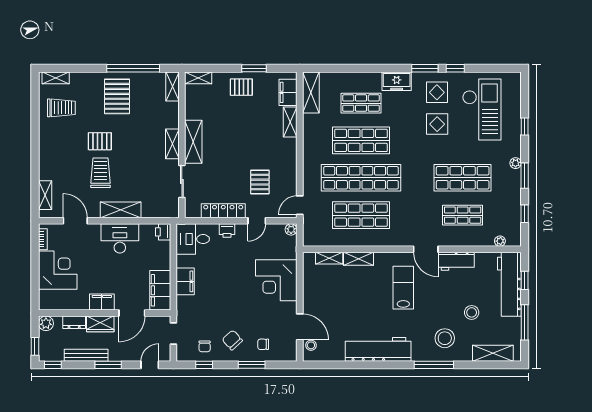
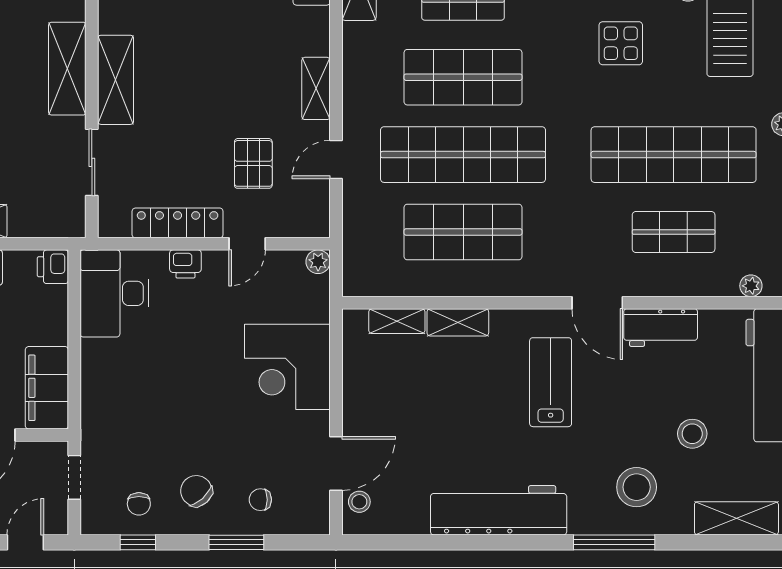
shelving: (290, 122) -> (316, 88), moved
shelving: (172, 144) -> (67, 69), width x1.50, depth x1.33
shop shelf: (463, 178) -> (674, 155), width x1.40
door: (300, 205) -> (336, 159), moved
desk: (193, 239) -> (114, 293), width x1.37
filing cabinet: (185, 281) -> (99, 369), removed
door: (300, 327) -> (336, 463), hinge flipped

